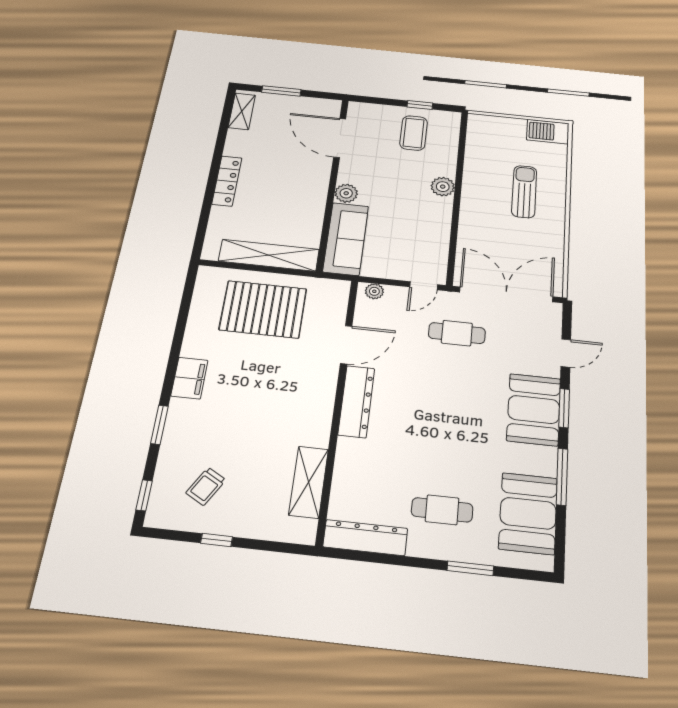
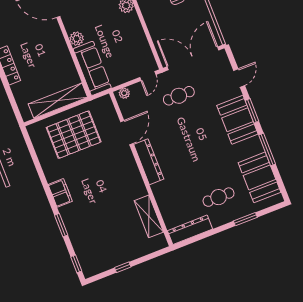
trolley: (206, 486) -> (102, 244), removed

